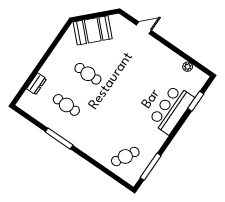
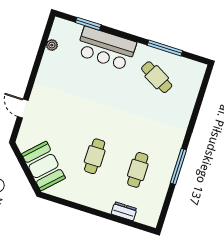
cafe table: (125, 156) -> (157, 77), moved
window: (151, 167) -> (165, 48), moved

